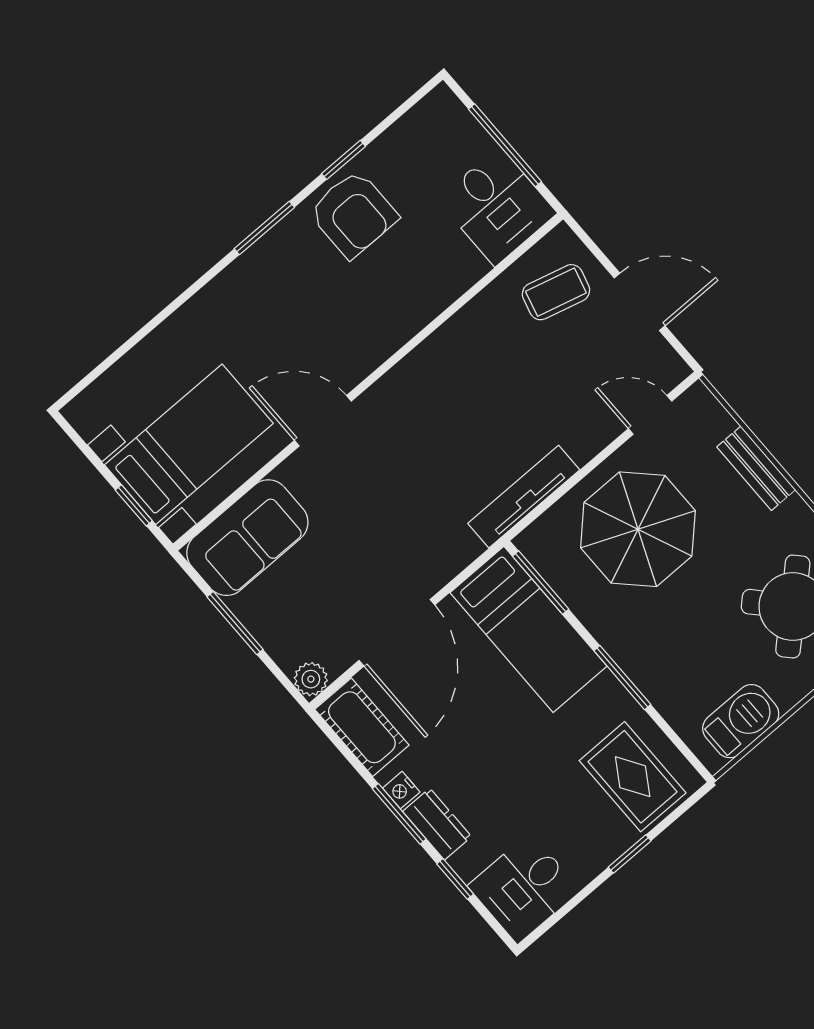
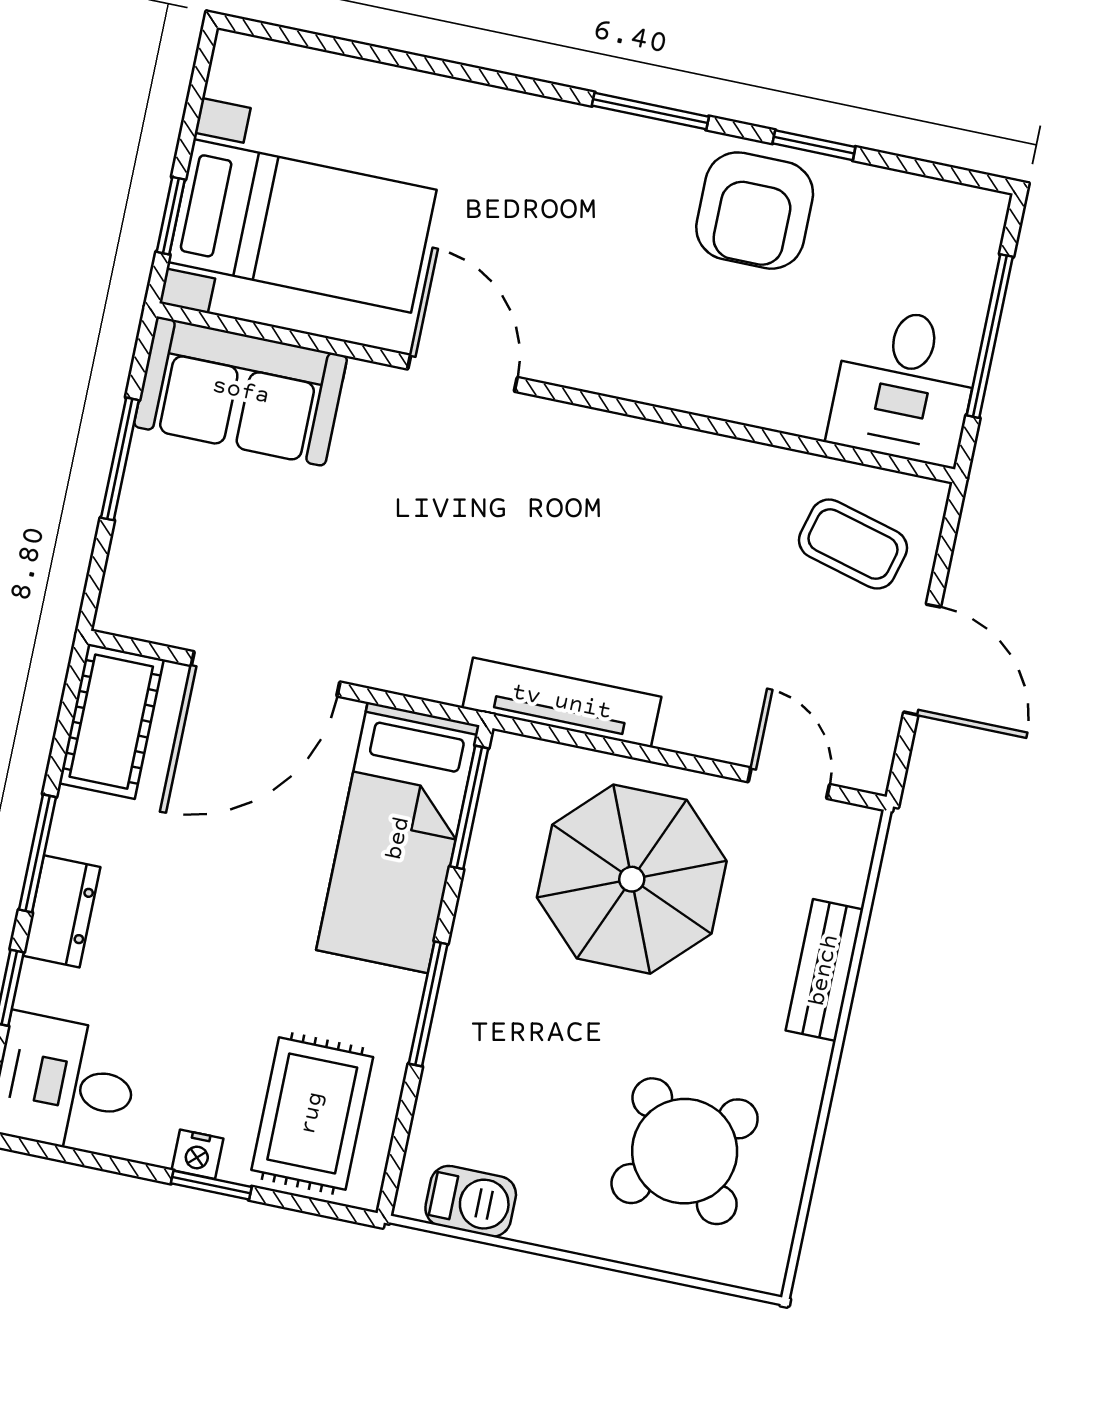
plant: (311, 679) -> (123, 610), removed
barbecue: (741, 721) -> (471, 1201), width x0.73, depth x0.79
nightstand: (401, 790) -> (197, 1154), moved, turned -90

